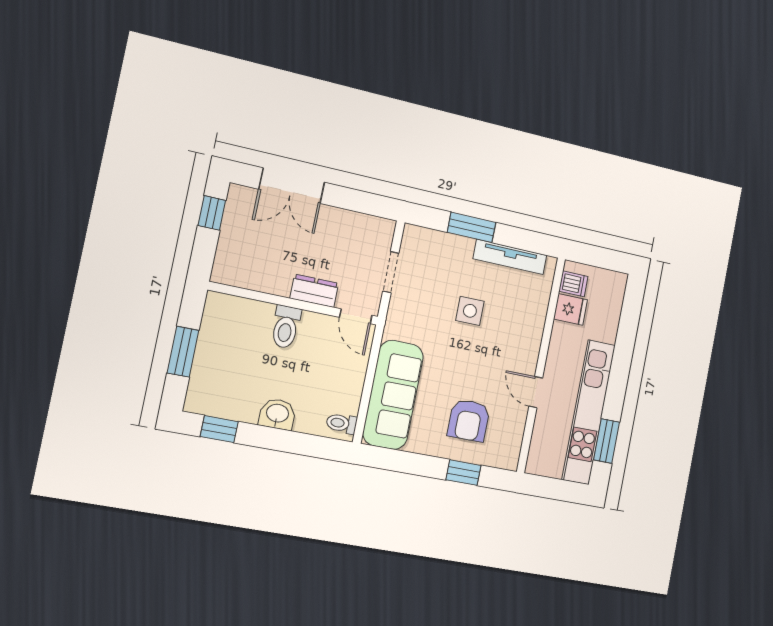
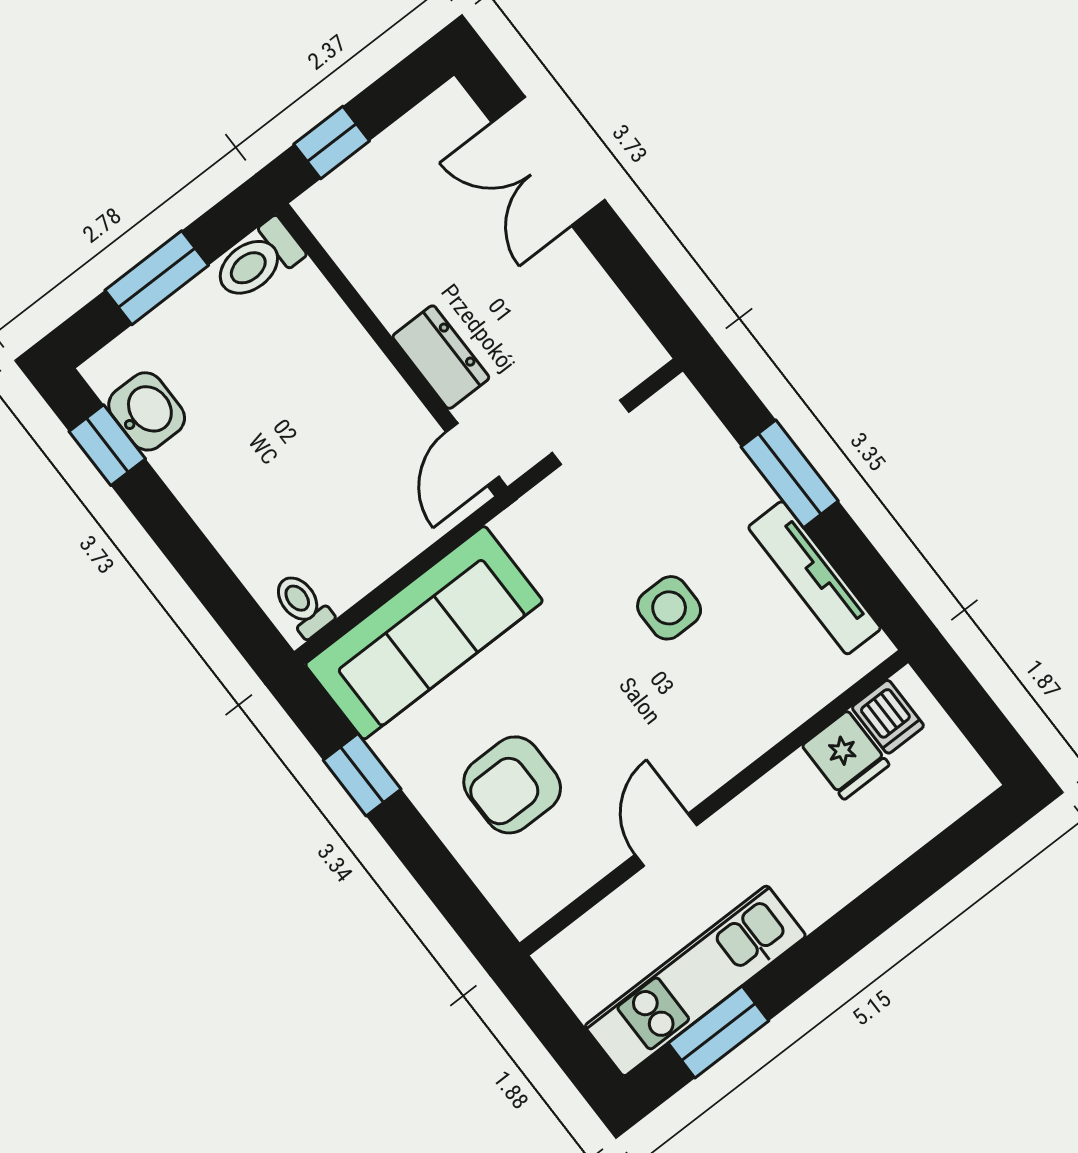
window: (212, 213) -> (332, 143), moved
toilet: (286, 327) -> (258, 260), moved
kitchen unit: (589, 412) -> (695, 981), width x0.73
washbasin: (277, 414) -> (147, 411), moved
window: (463, 473) -> (362, 775), moved

